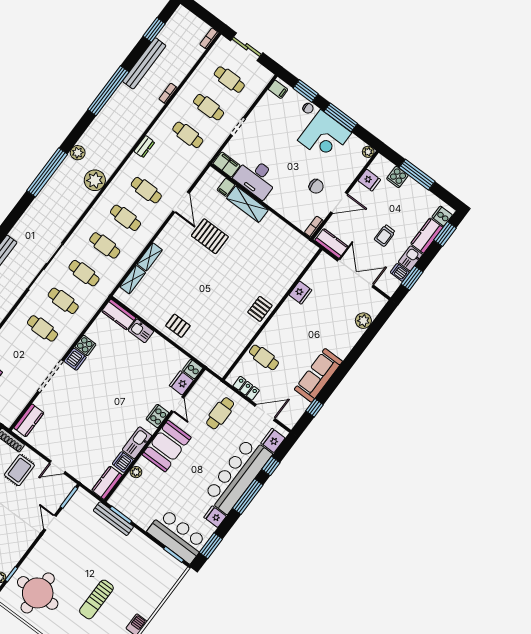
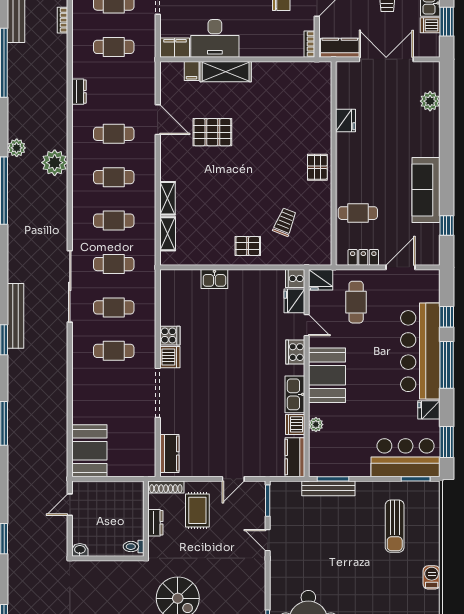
kitchen counter: (119, 315) -> (180, 279), removed
trolley: (213, 328) -> (285, 222), added
fridge: (273, 441) -> (321, 280), moved, turned -90
sun lounger: (96, 599) -> (395, 526), moved

